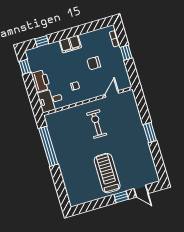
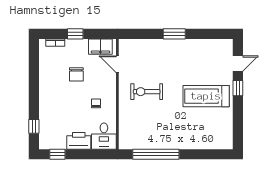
filing cabinet: (70, 44) -> (100, 47), moved, turned 90

